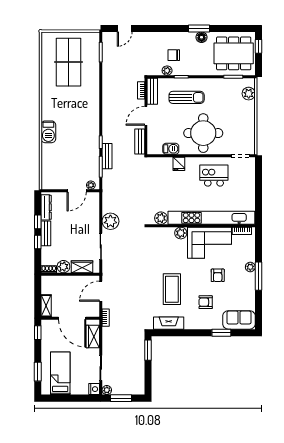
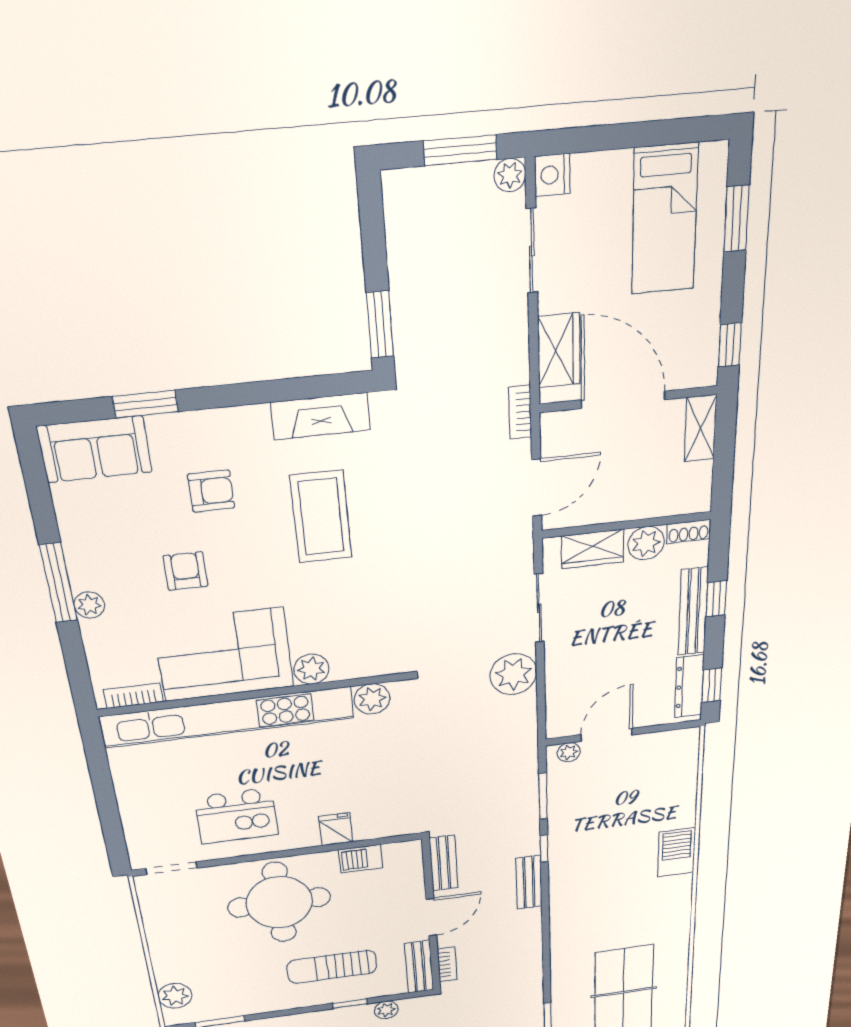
bench: (107, 156) -> (529, 882), moved
window: (38, 222) -> (712, 685), moved
bench: (46, 233) -> (693, 611), width x1.36

